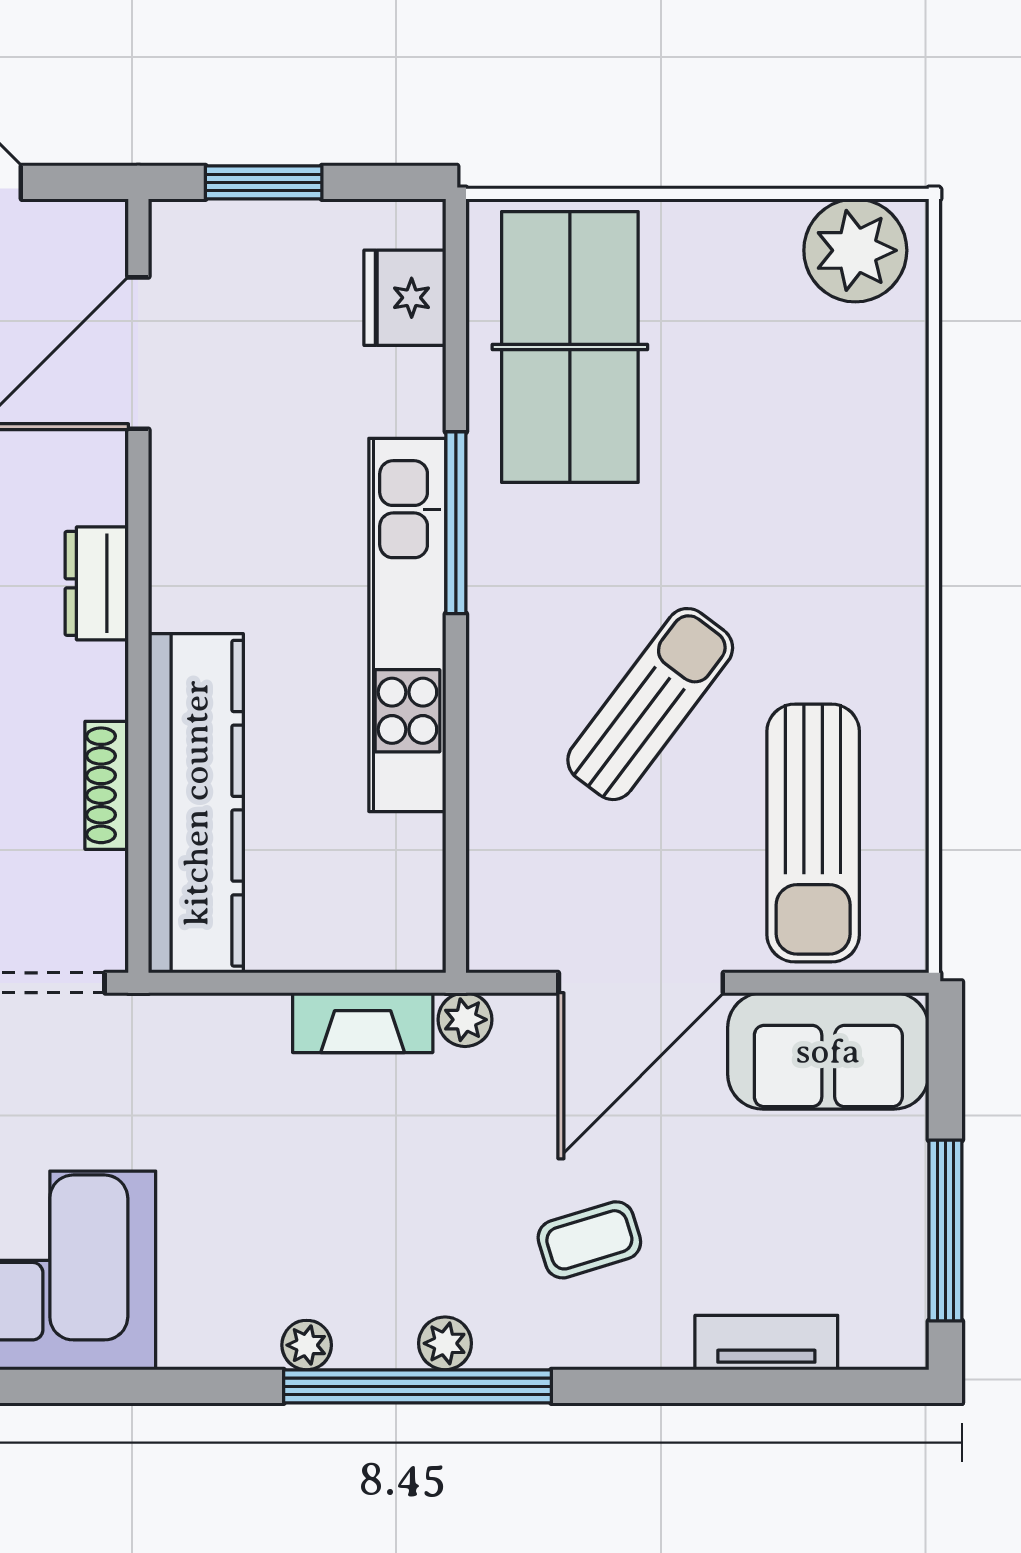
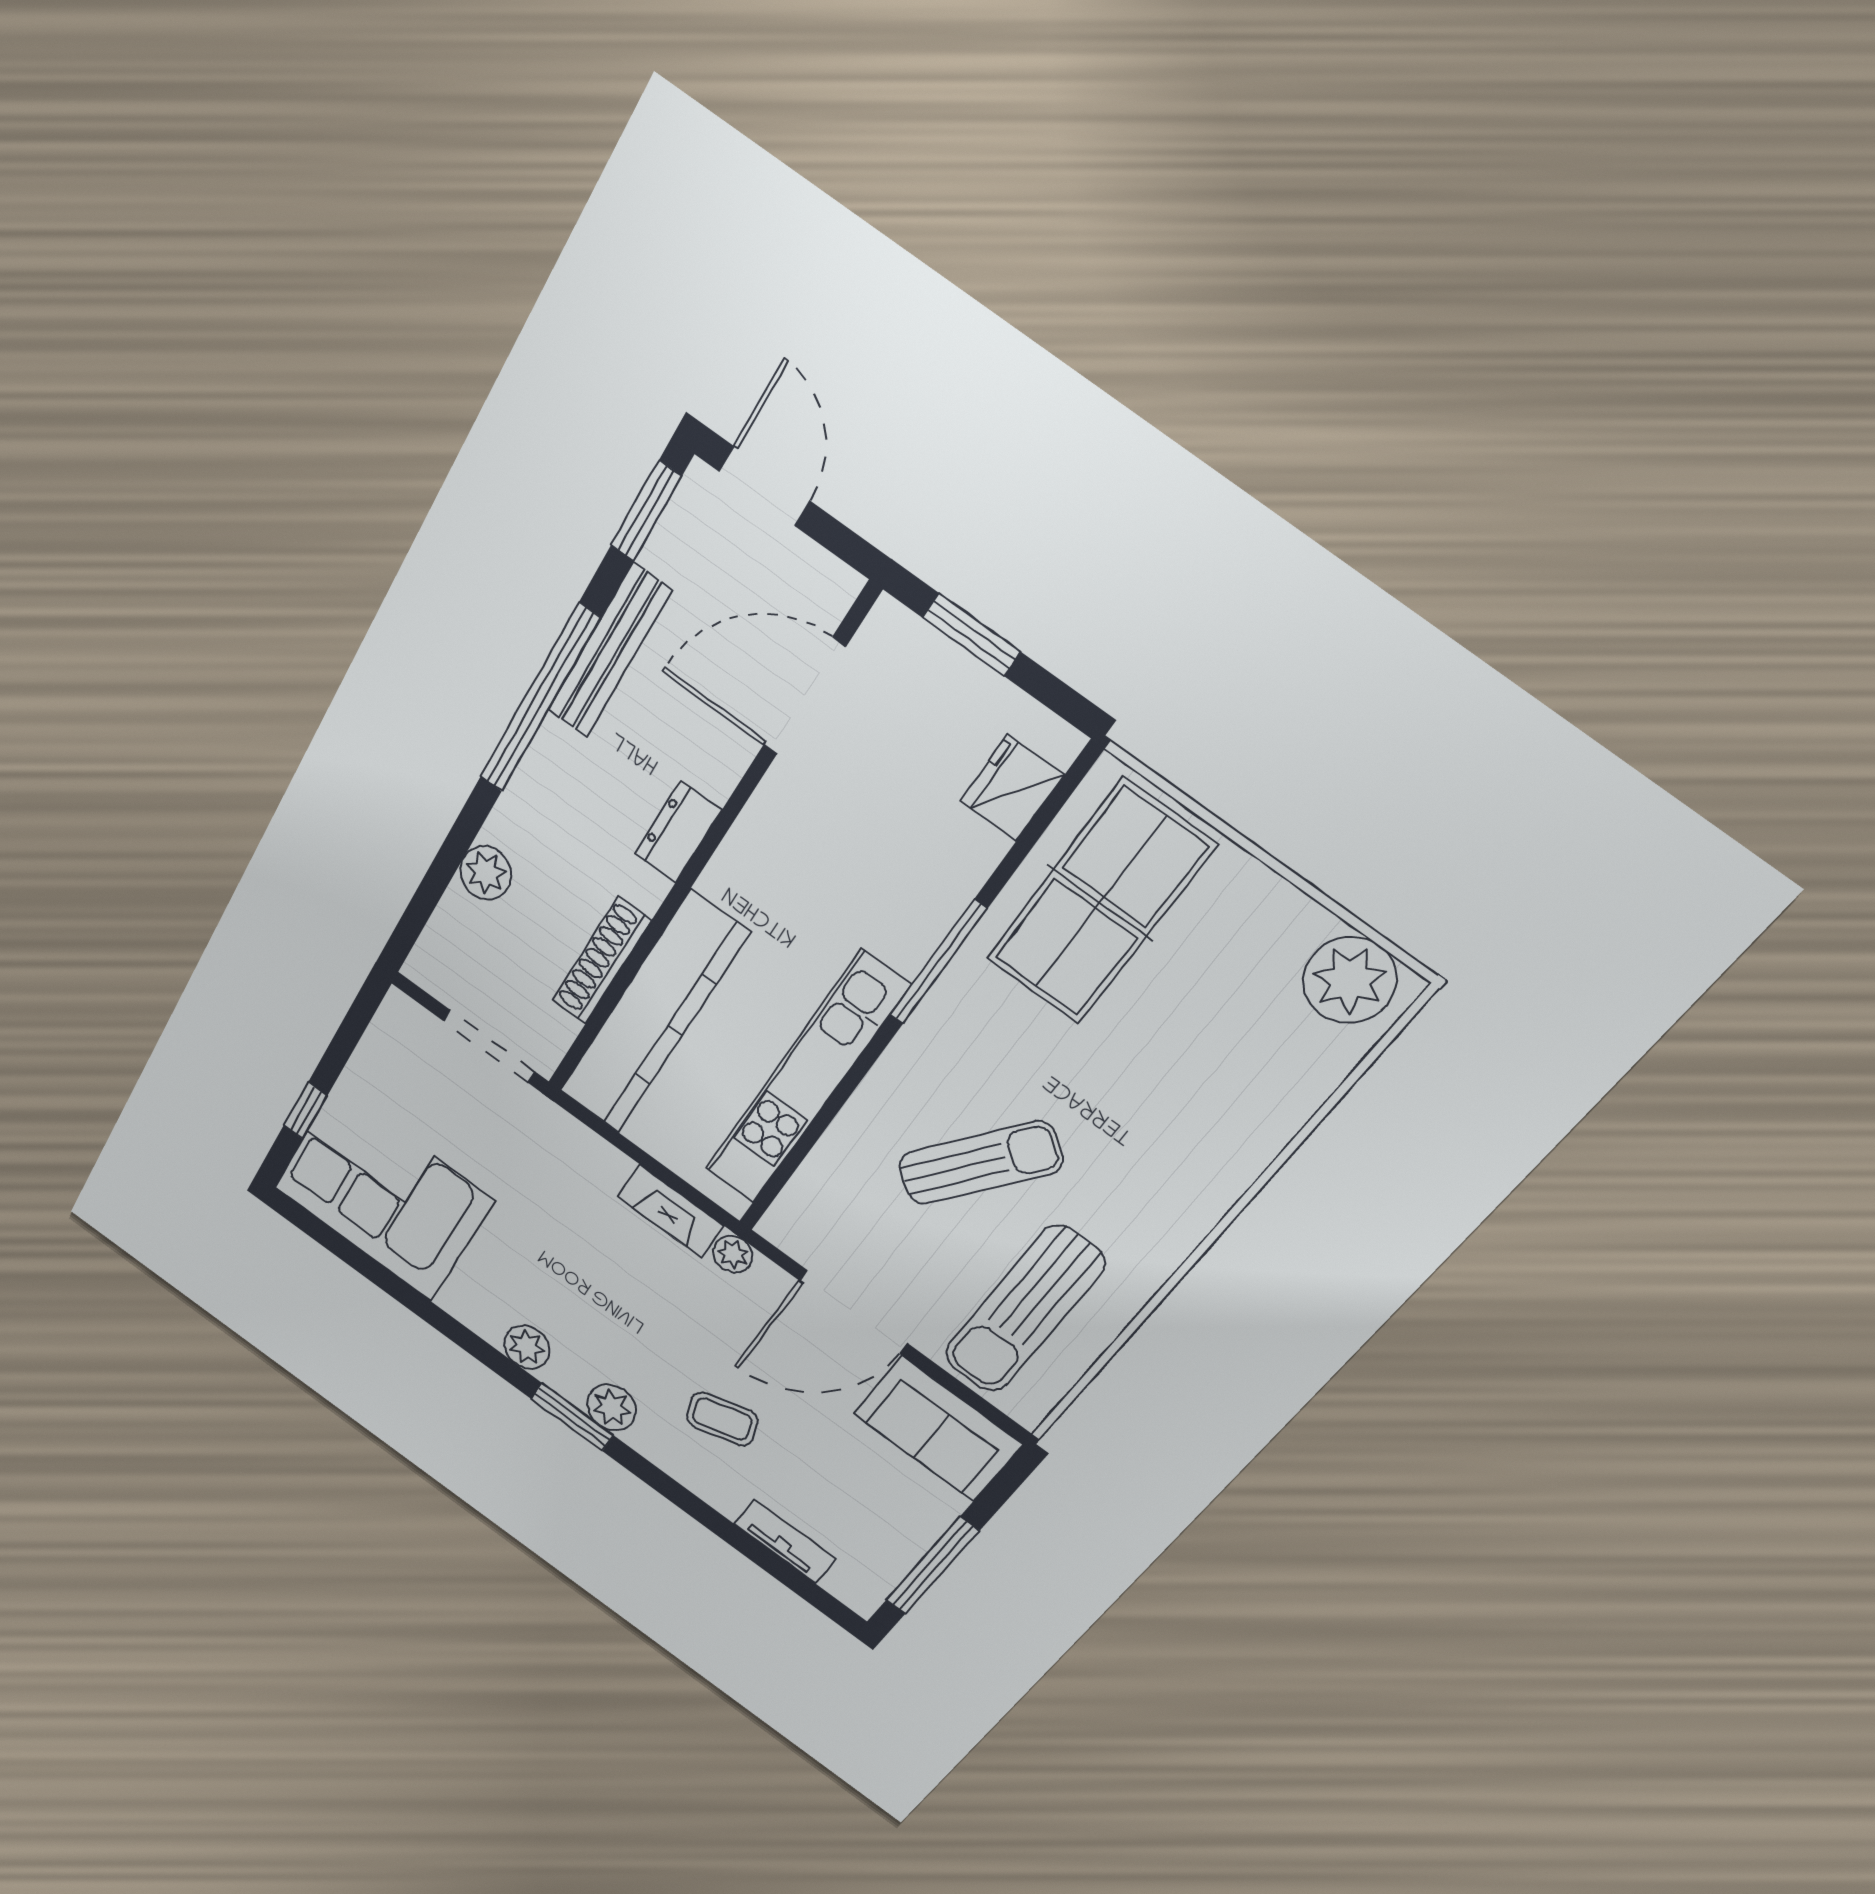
kitchen unit: (407, 625) -> (806, 1079), moved
shoe rack: (107, 785) -> (601, 961), width x1.36, depth x1.24
plant: (445, 1343) -> (612, 1408), width x1.38, depth x1.38
plant: (307, 1345) -> (527, 1347), width x1.38, depth x1.38
window: (418, 1386) -> (572, 1417), width x0.47

